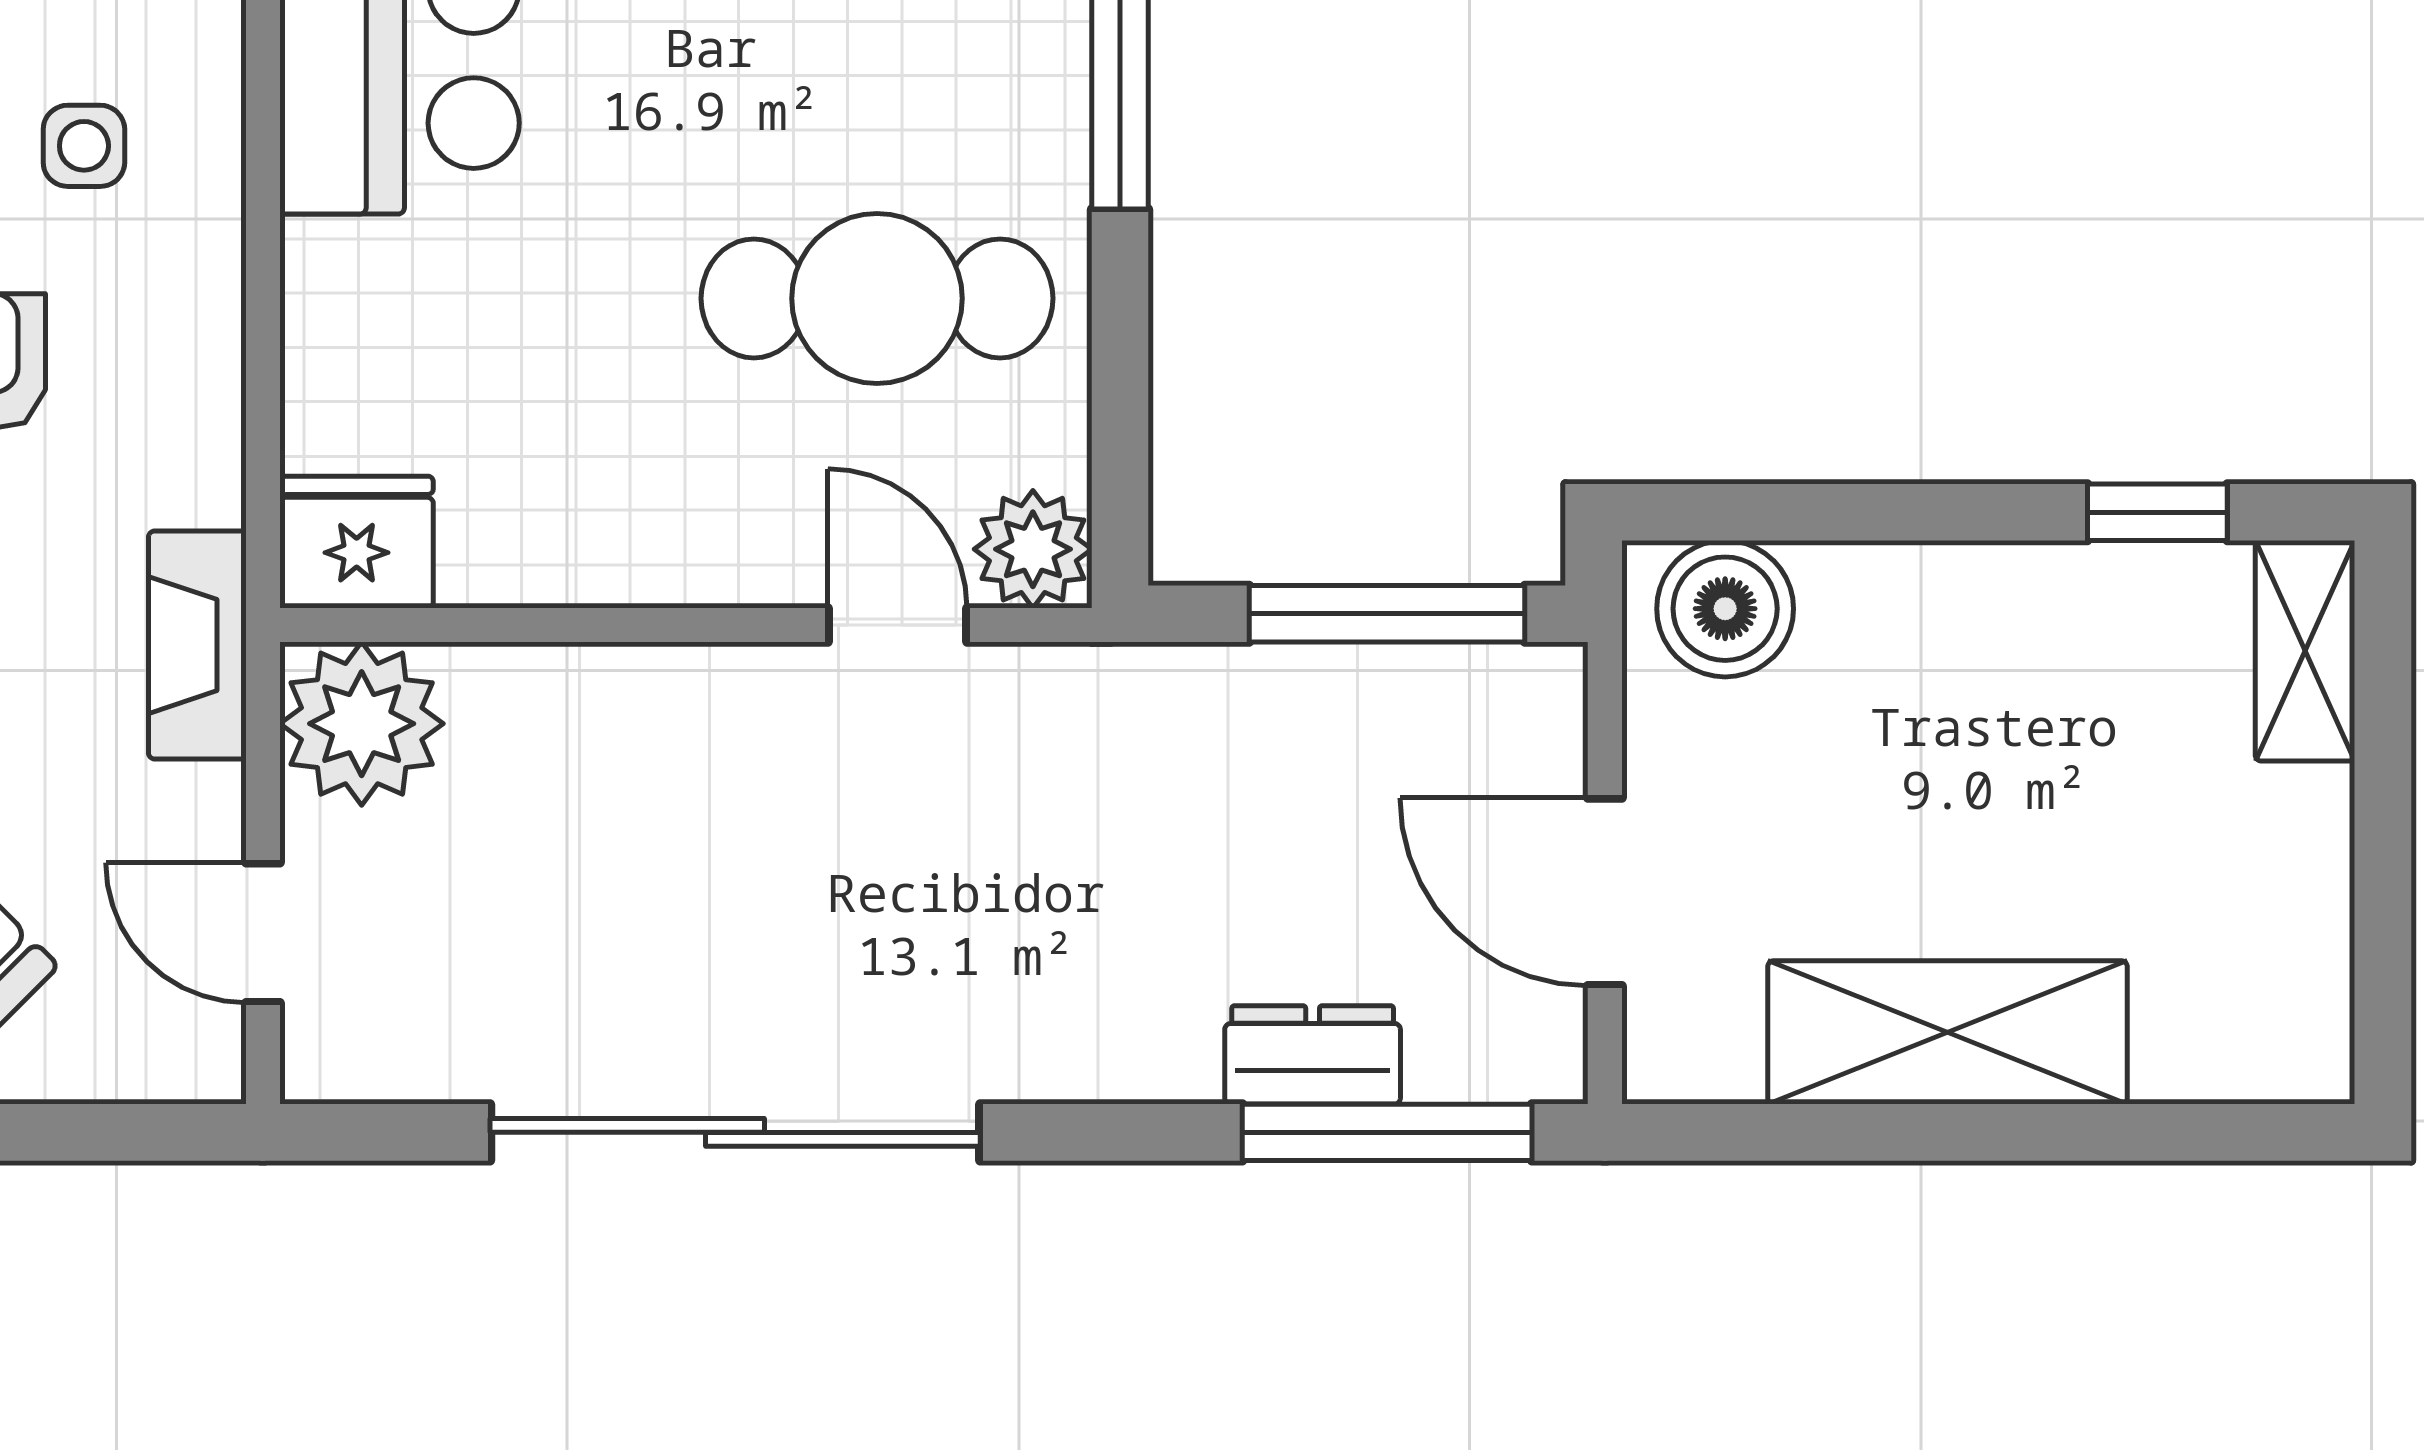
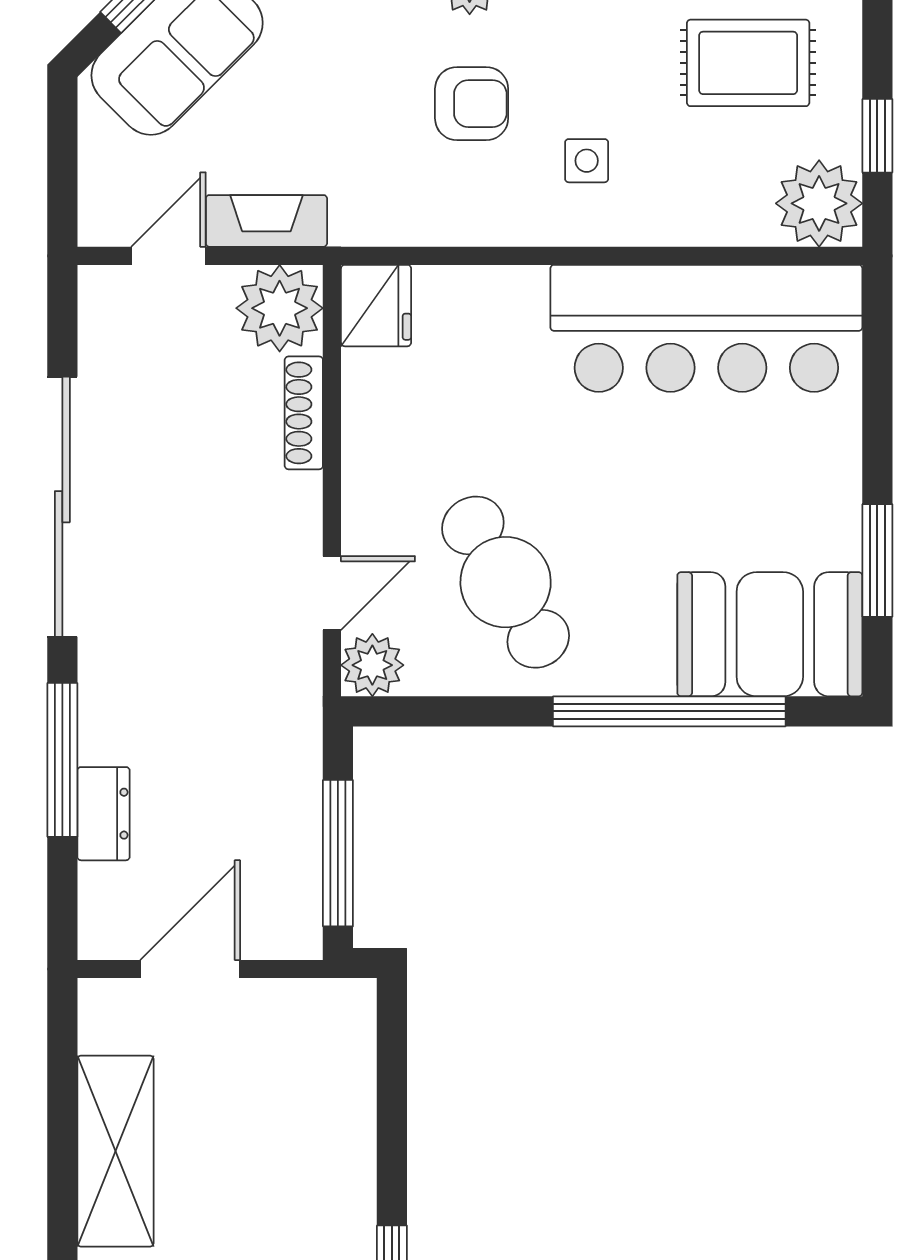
cafe table: (877, 298) -> (506, 582), turned -30
boiler: (1725, 609) -> (341, 1033), removed
fireplace: (197, 645) -> (266, 221), moved
shoe rack: (558, 678) -> (304, 413), added
window: (1387, 1132) -> (62, 760), moved

